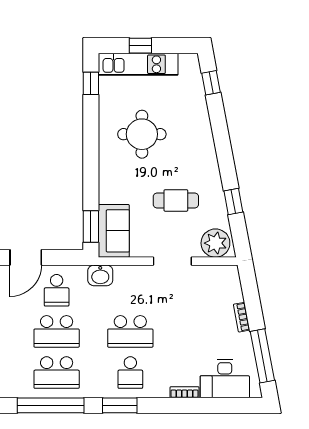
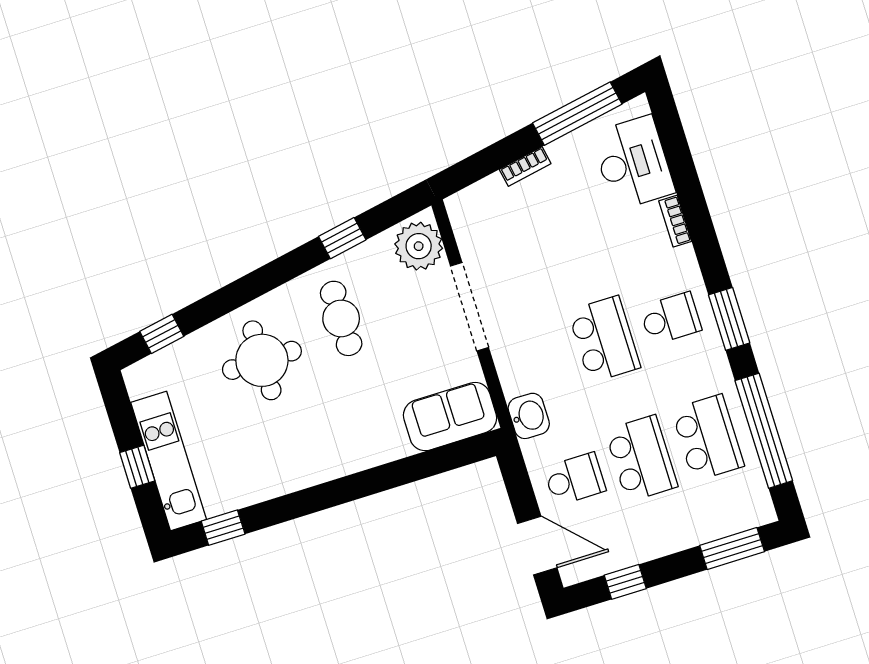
round table: (142, 134) -> (262, 360), moved
cafe table: (176, 200) -> (341, 318), moved
window: (91, 227) -> (454, 456), removed
doorway: (172, 261) -> (469, 307), width x1.36

